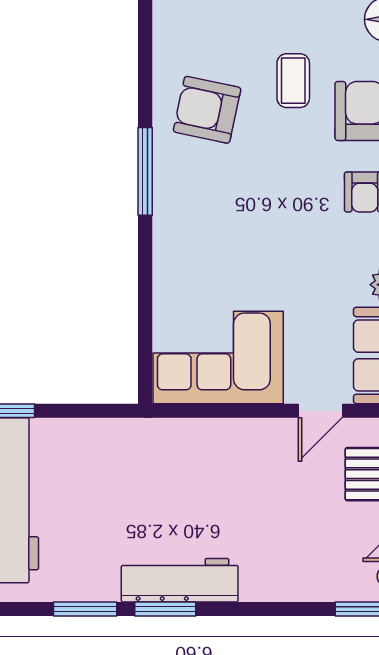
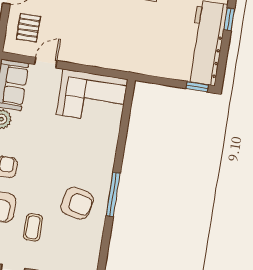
armchair: (207, 110) -> (77, 203), moved

